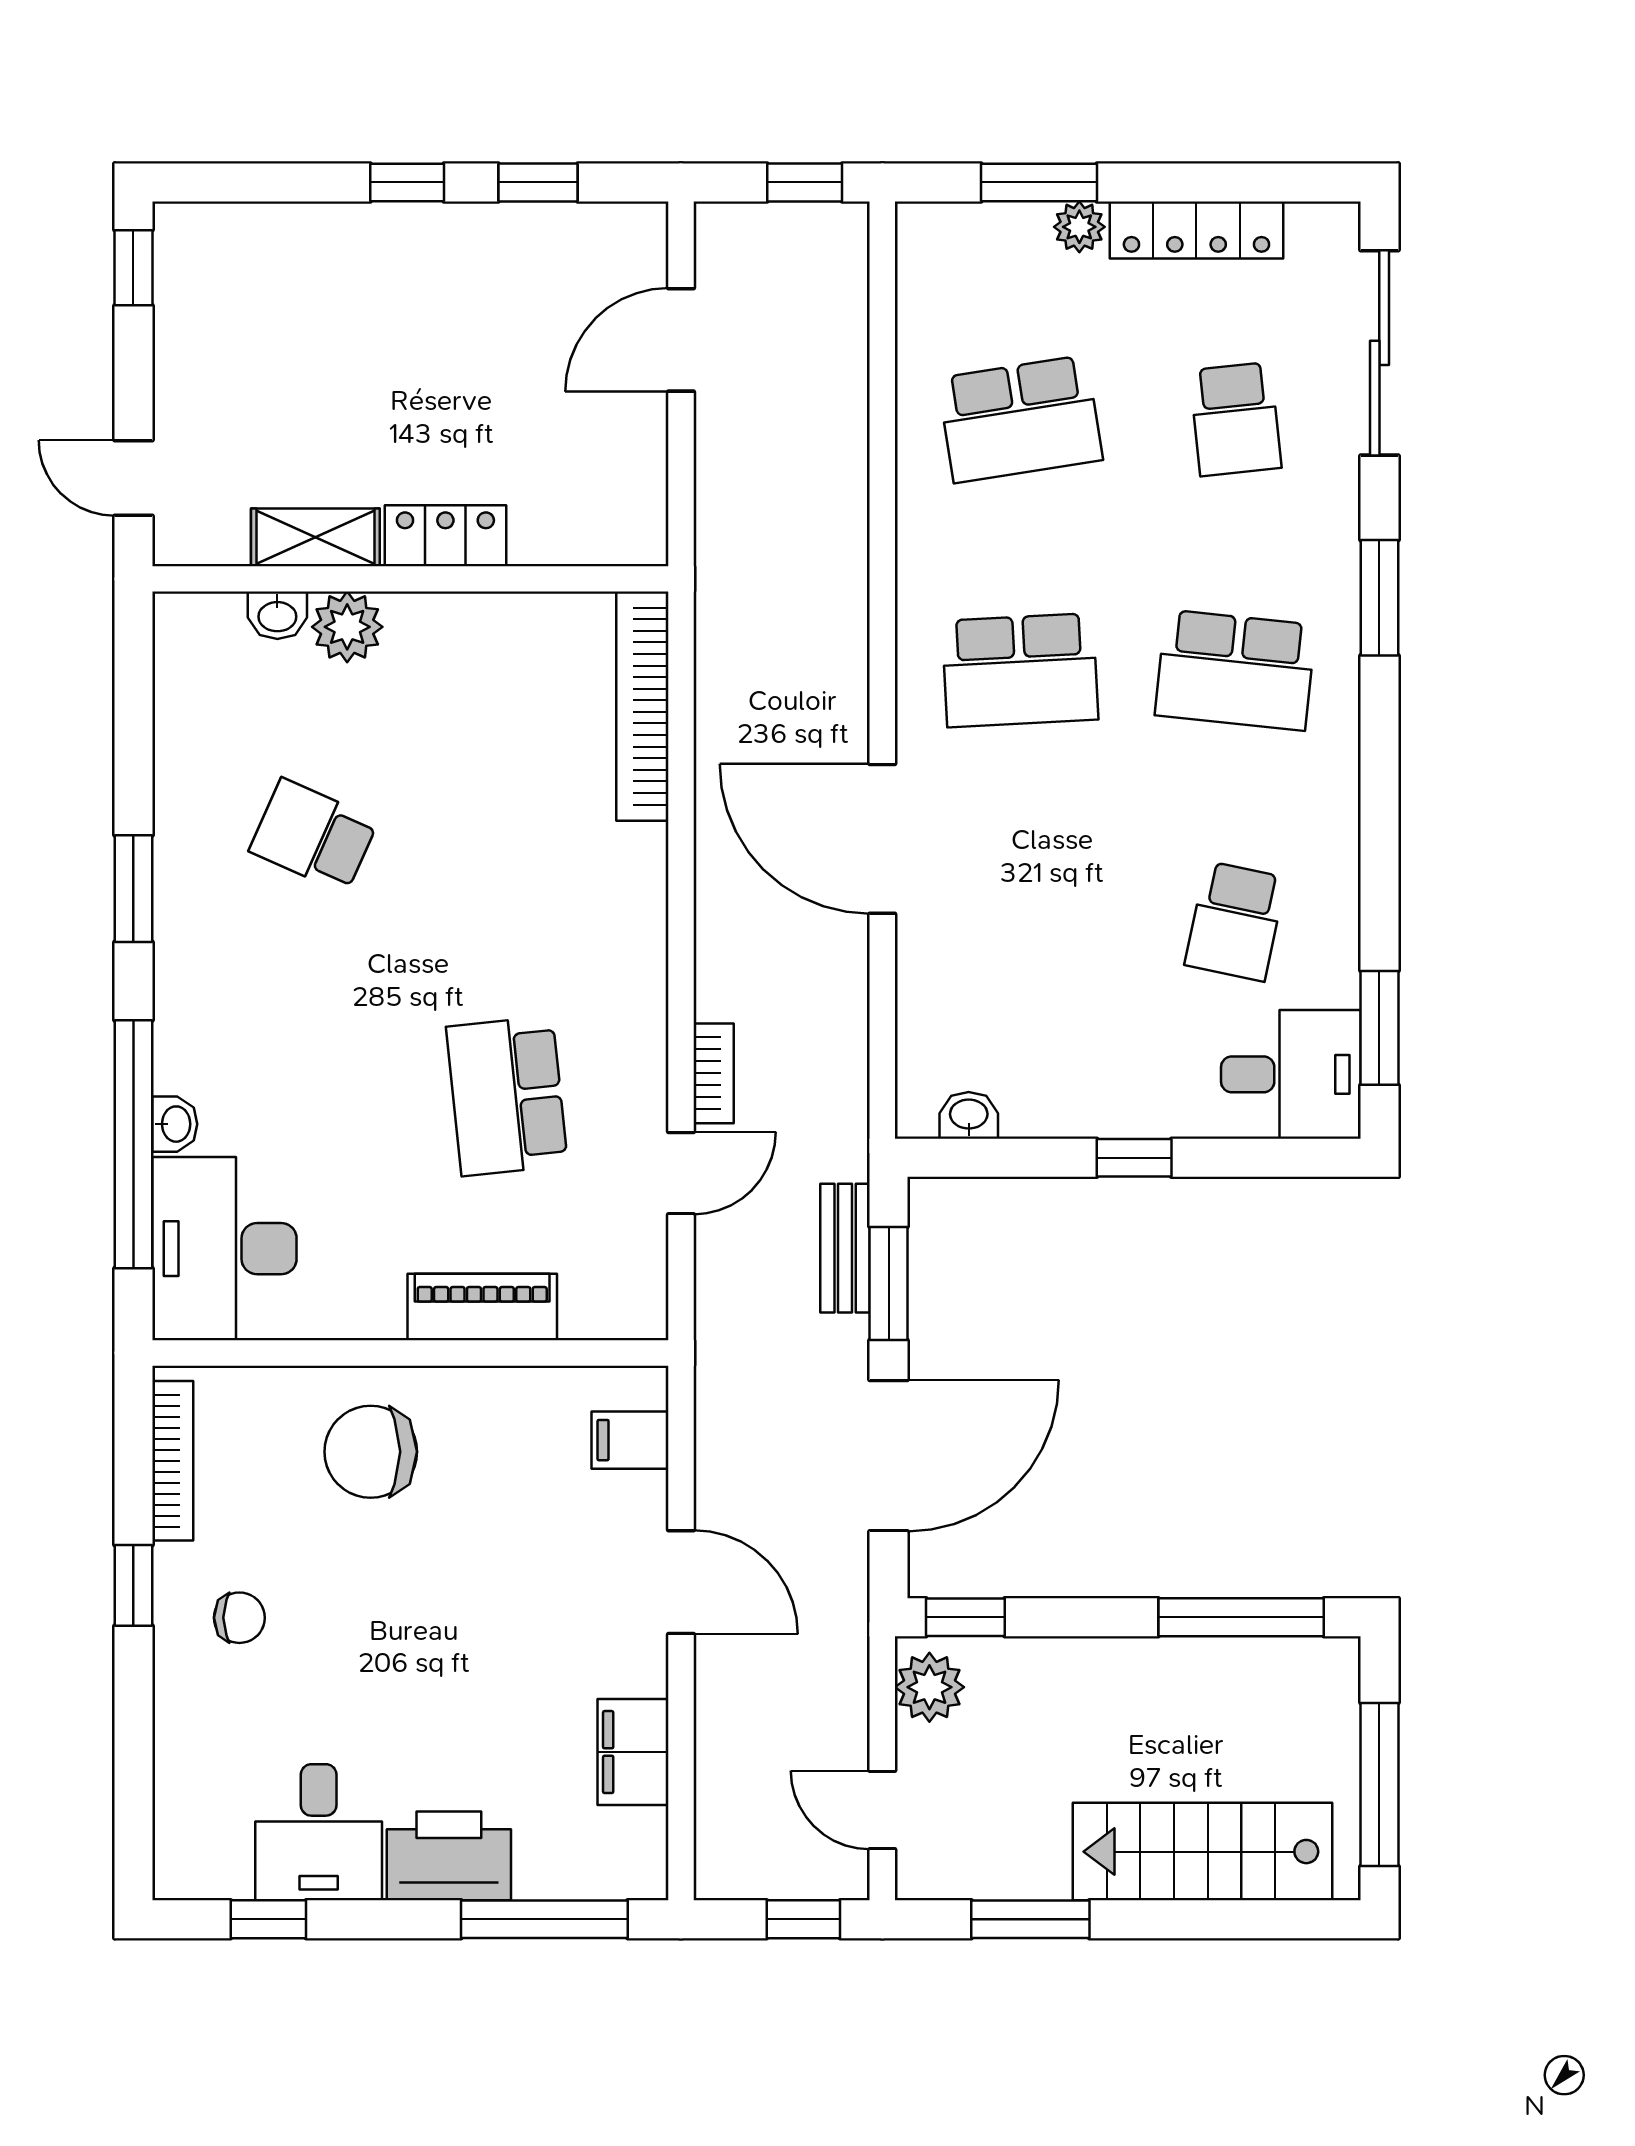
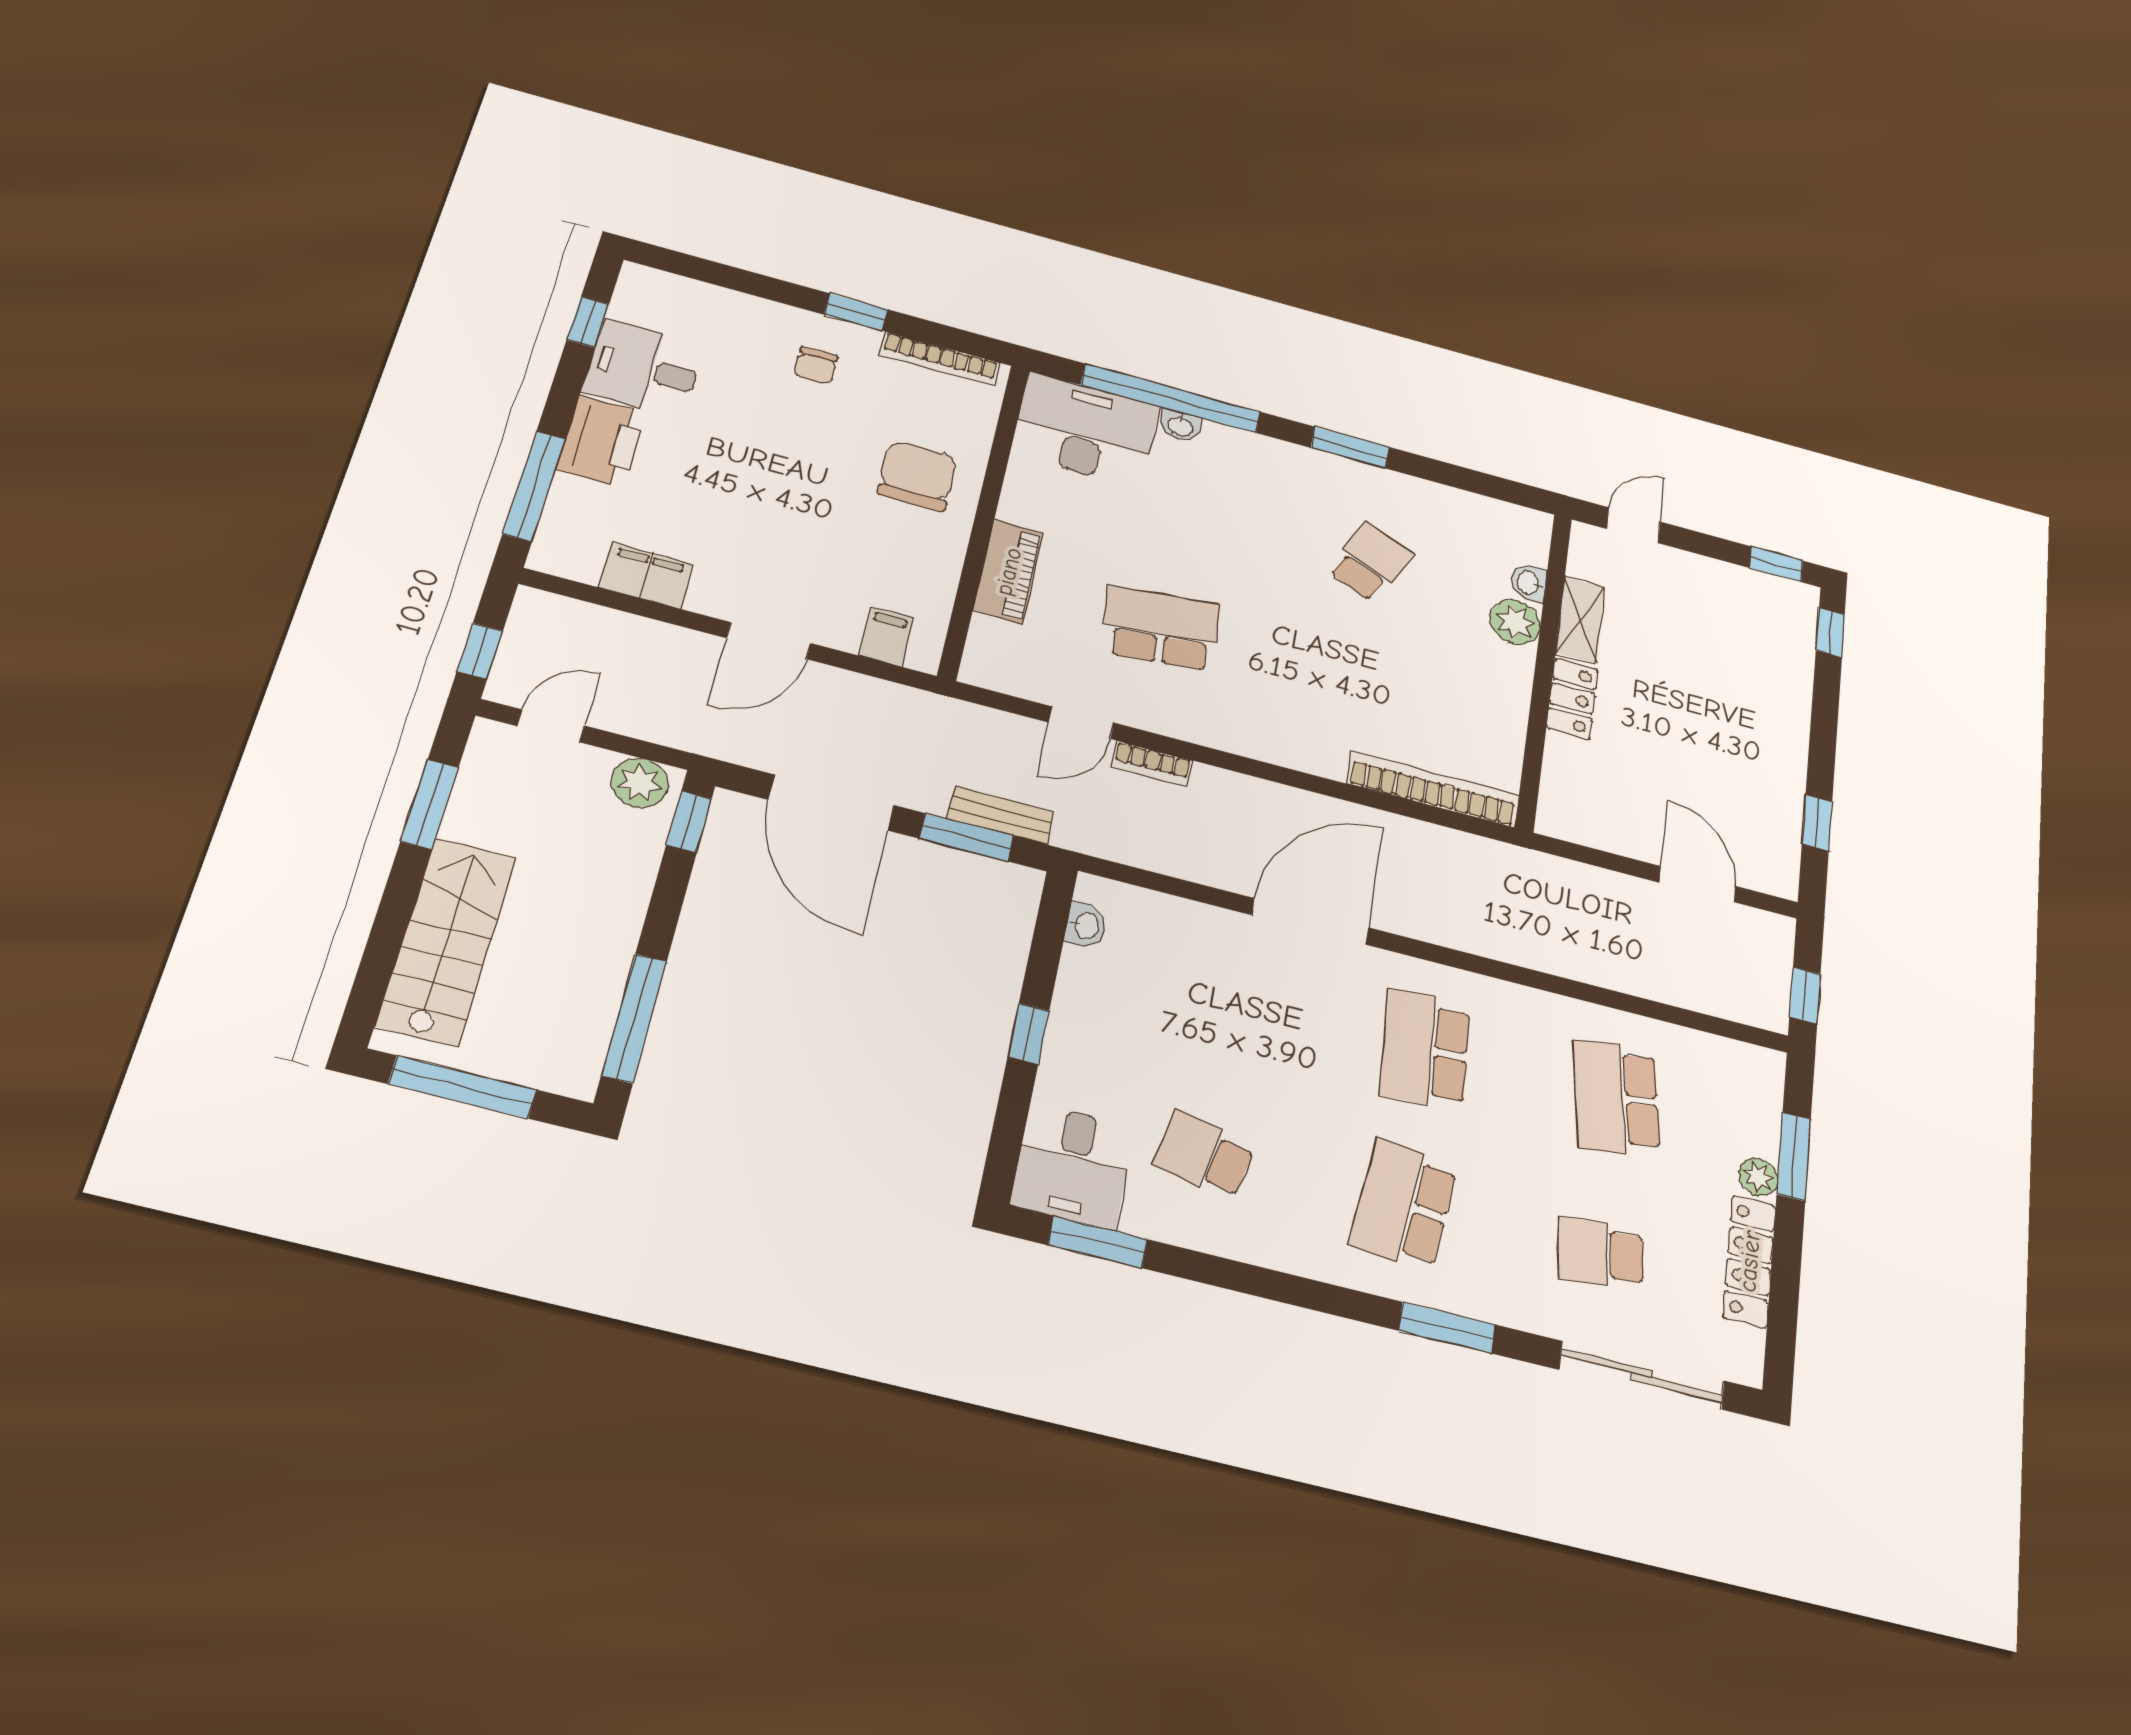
window: (407, 182) -> (1830, 632), moved
door: (681, 1173) -> (1081, 723), hinge flipped

